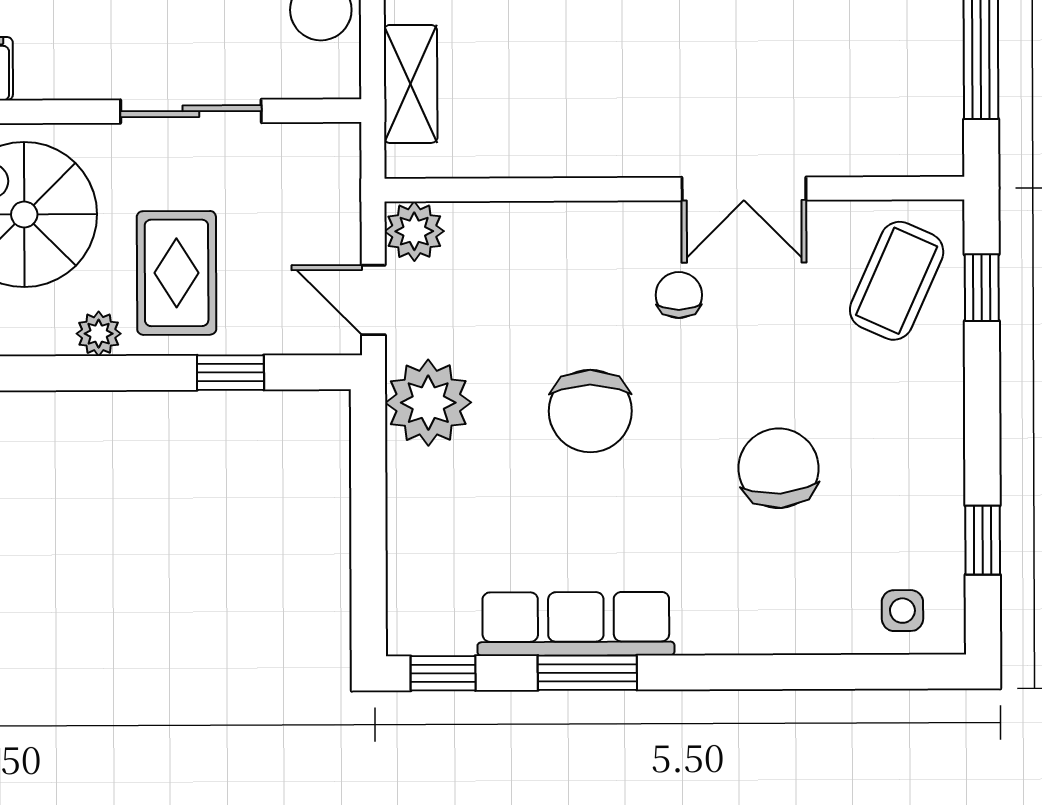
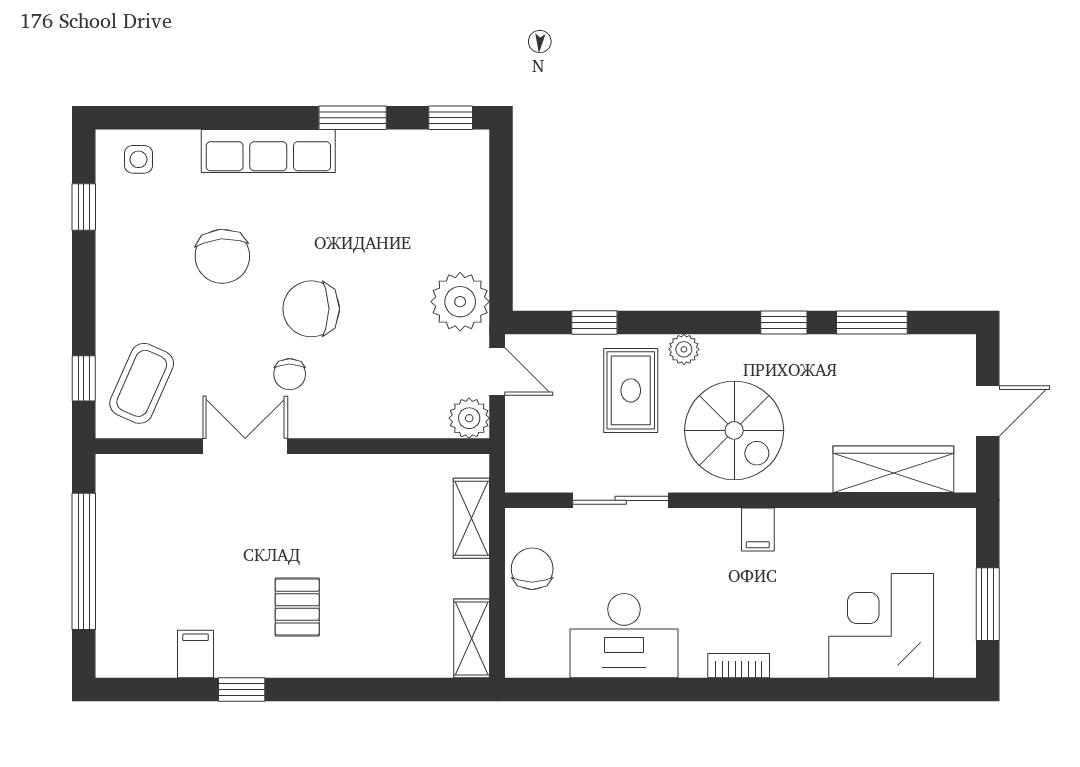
chair: (590, 411) -> (311, 309), moved, turned -90
row of seats: (576, 624) -> (268, 151), moved

